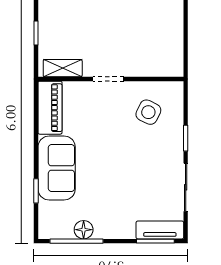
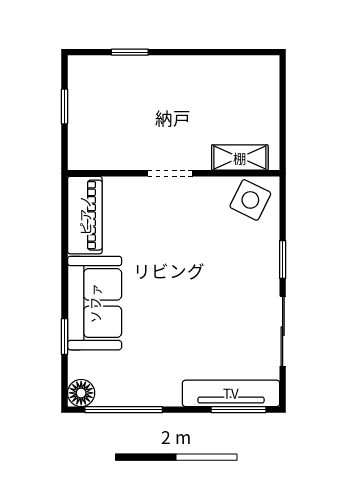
shelving: (63, 68) -> (240, 158), moved
side table: (148, 112) -> (250, 200), moved
floor lamp: (84, 230) -> (81, 393), moved
tv unit: (160, 230) -> (231, 393), width x1.41

